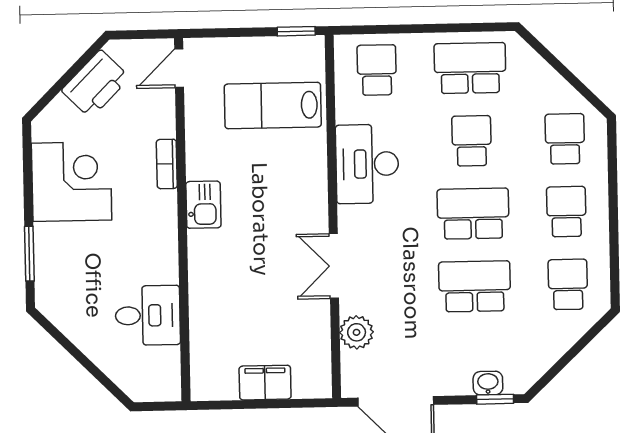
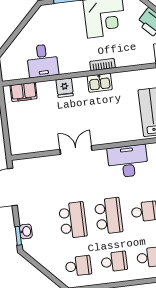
bookcase: (167, 164) -> (102, 65), moved
fridge: (206, 276) -> (65, 88), added
plant: (357, 332) -> (44, 164), removed
filing cabinet: (265, 383) -> (24, 92), moved, turned 90

